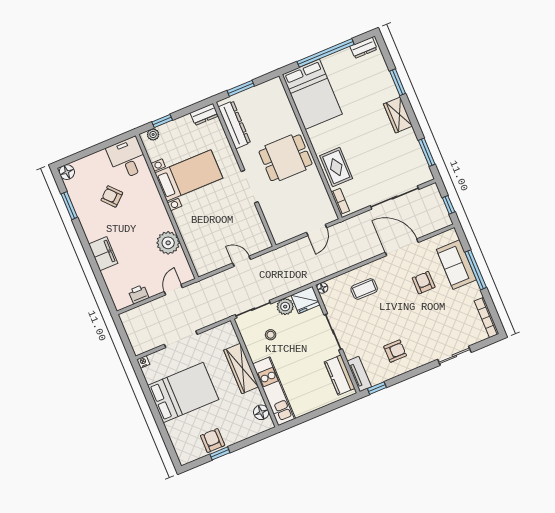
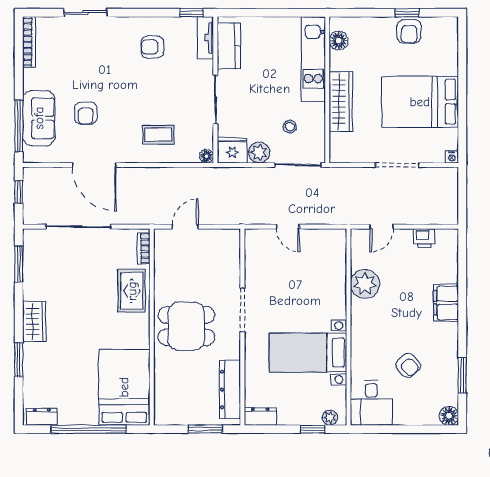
window: (476, 270) -> (19, 126), moved

